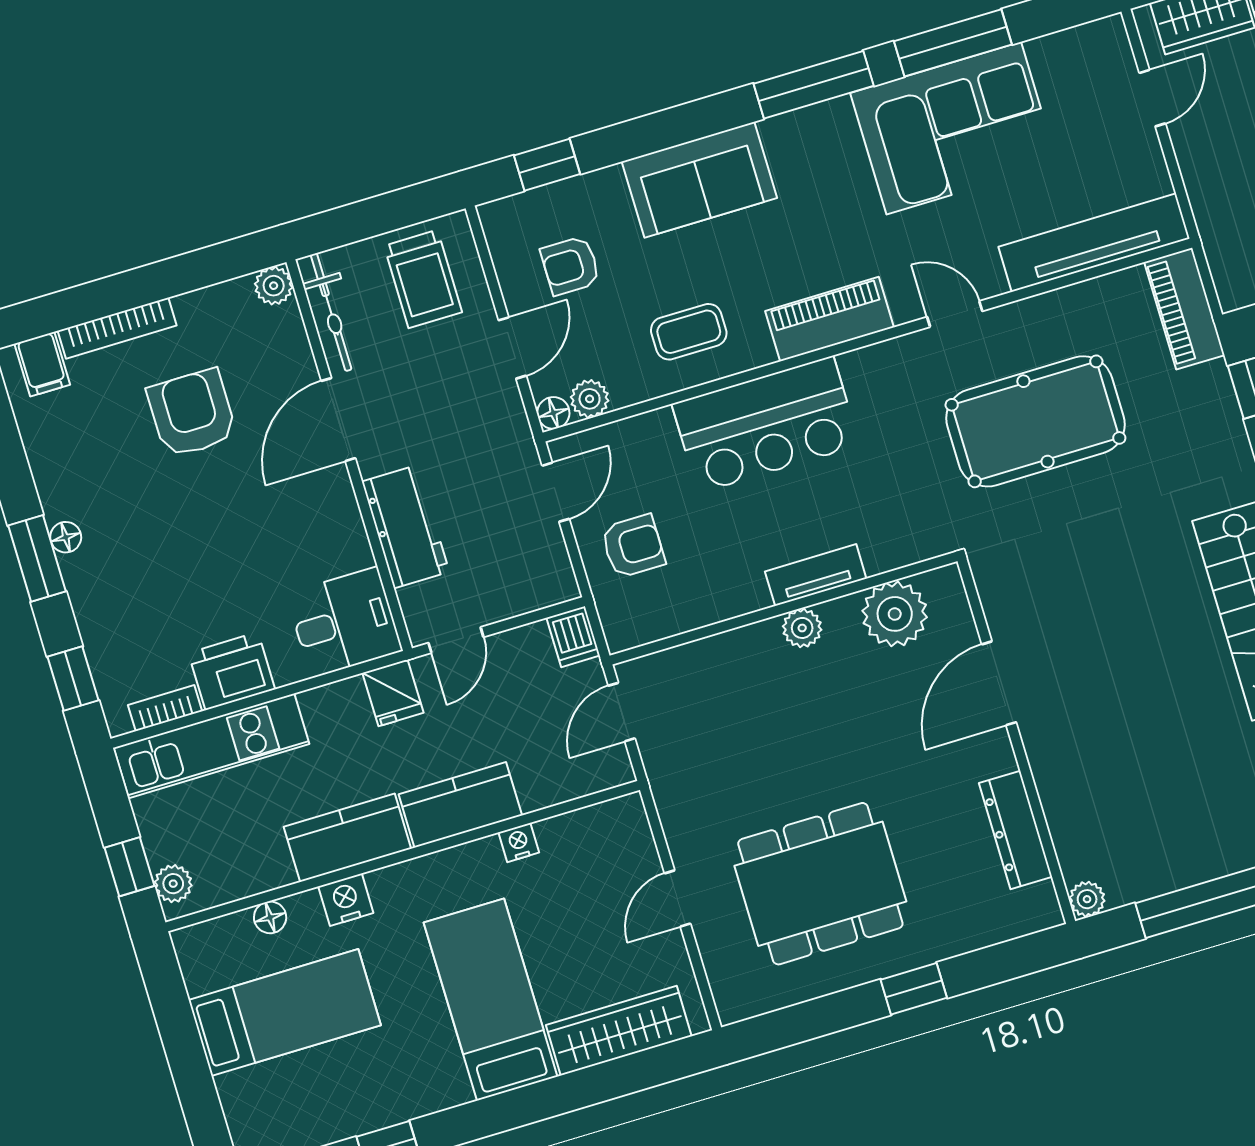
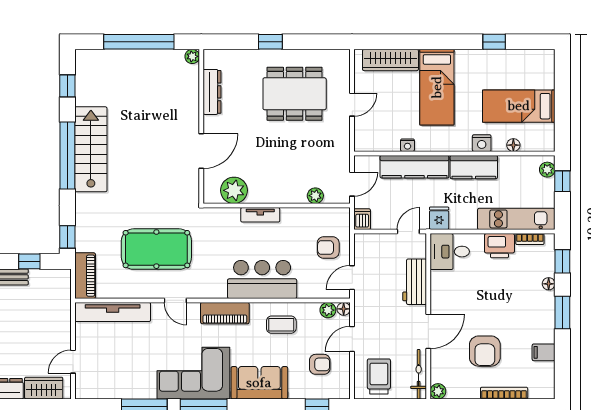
corner sofa: (954, 128) -> (193, 373), moved
filing cabinet: (42, 364) -> (544, 352), moved, turned -90
floor lamp: (66, 537) -> (549, 284), moved
plant: (802, 628) -> (315, 196), moved
kitchen counter: (460, 805) -> (414, 167), width x1.50

